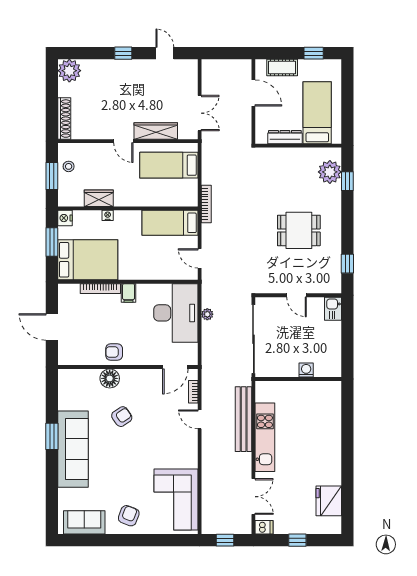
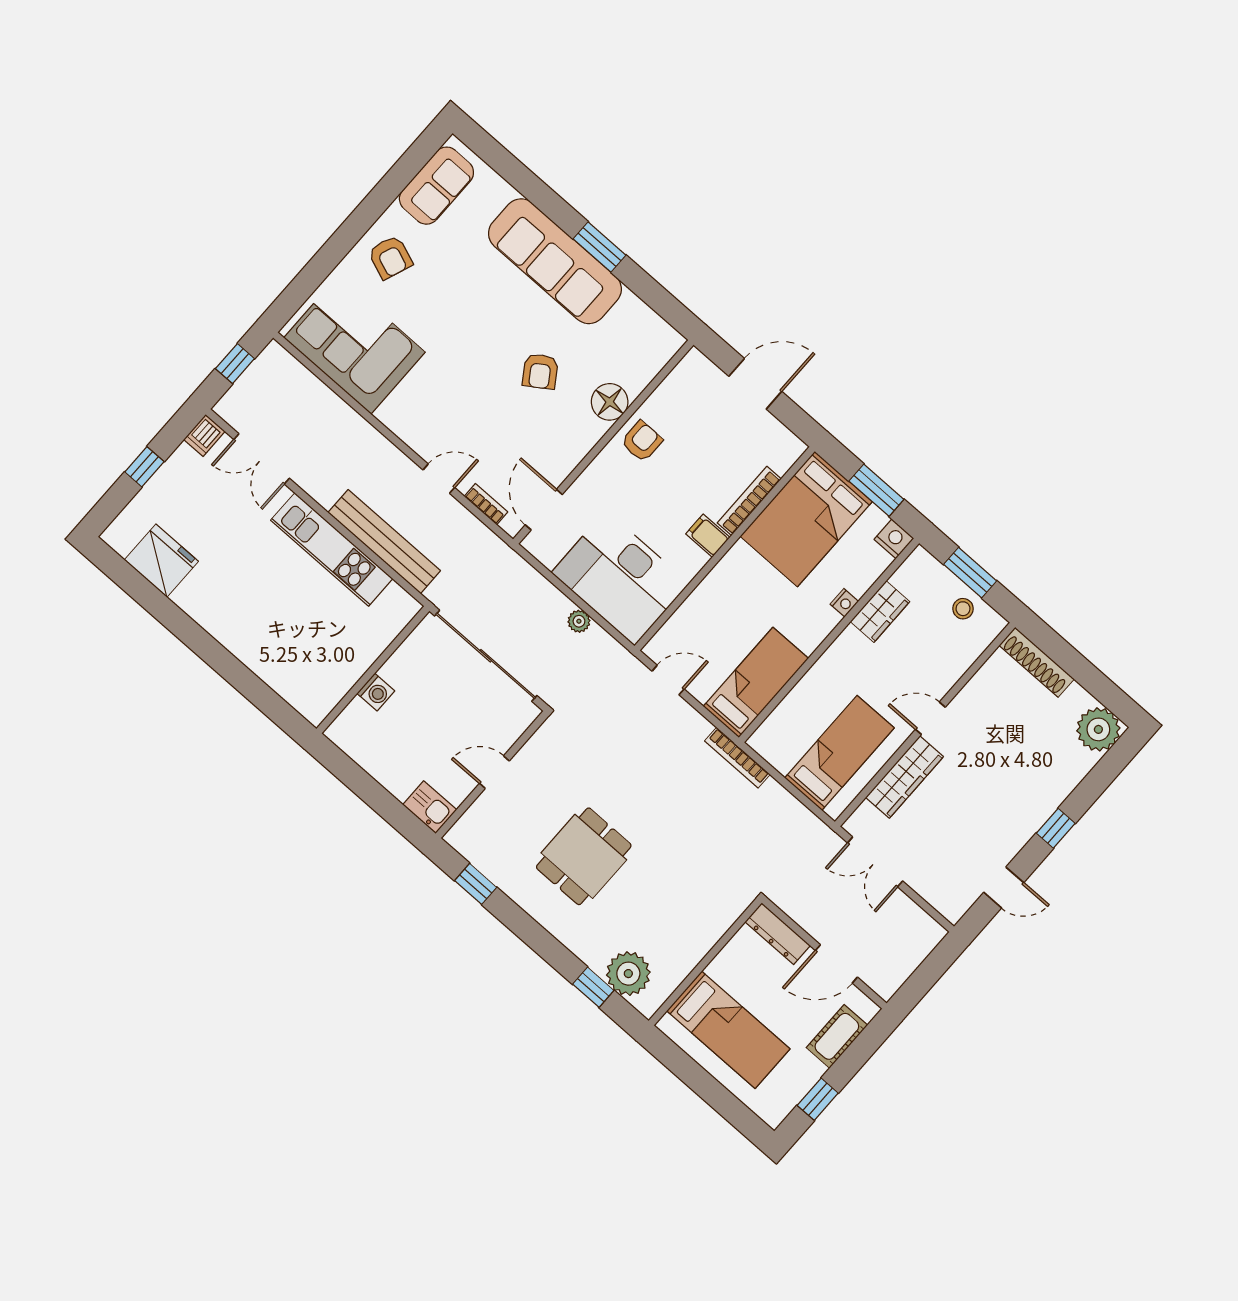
dresser: (285, 137) -> (778, 934), moved, turned 90

